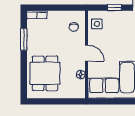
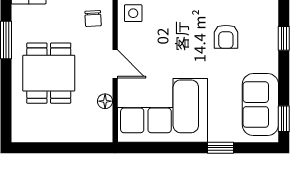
dining table: (45, 73) -> (49, 73), moved

